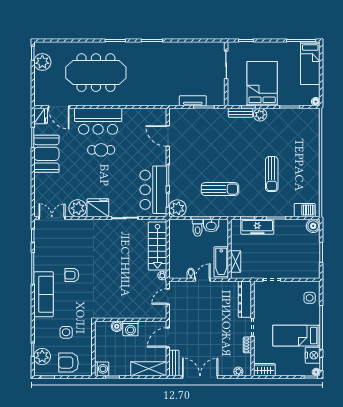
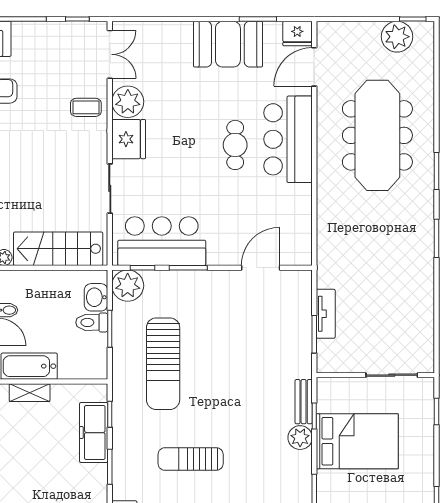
sun lounger: (220, 189) -> (163, 364), width x1.36, depth x1.34
washbasin: (211, 225) -> (96, 297), moved
coffee table: (81, 231) -> (86, 107), added

